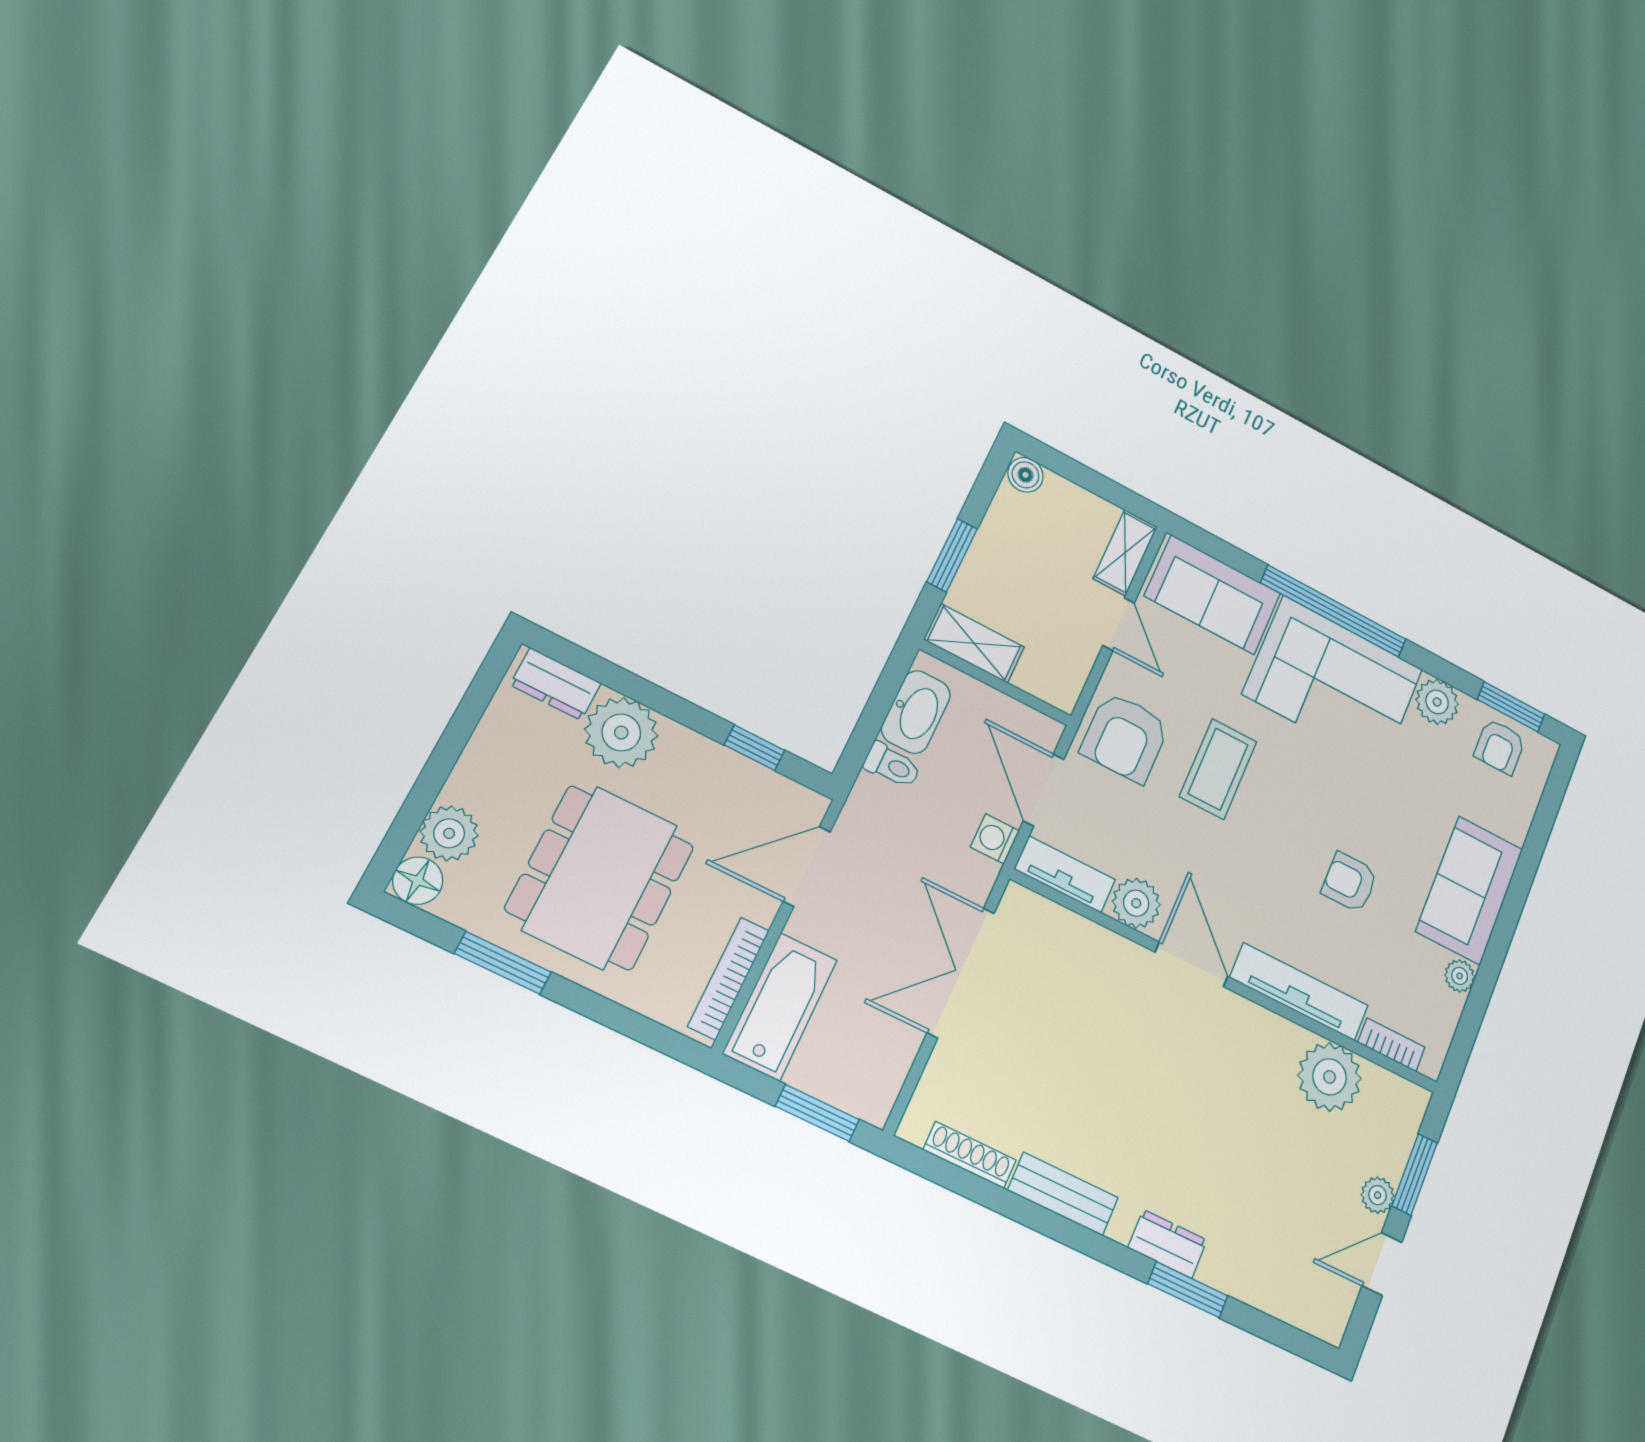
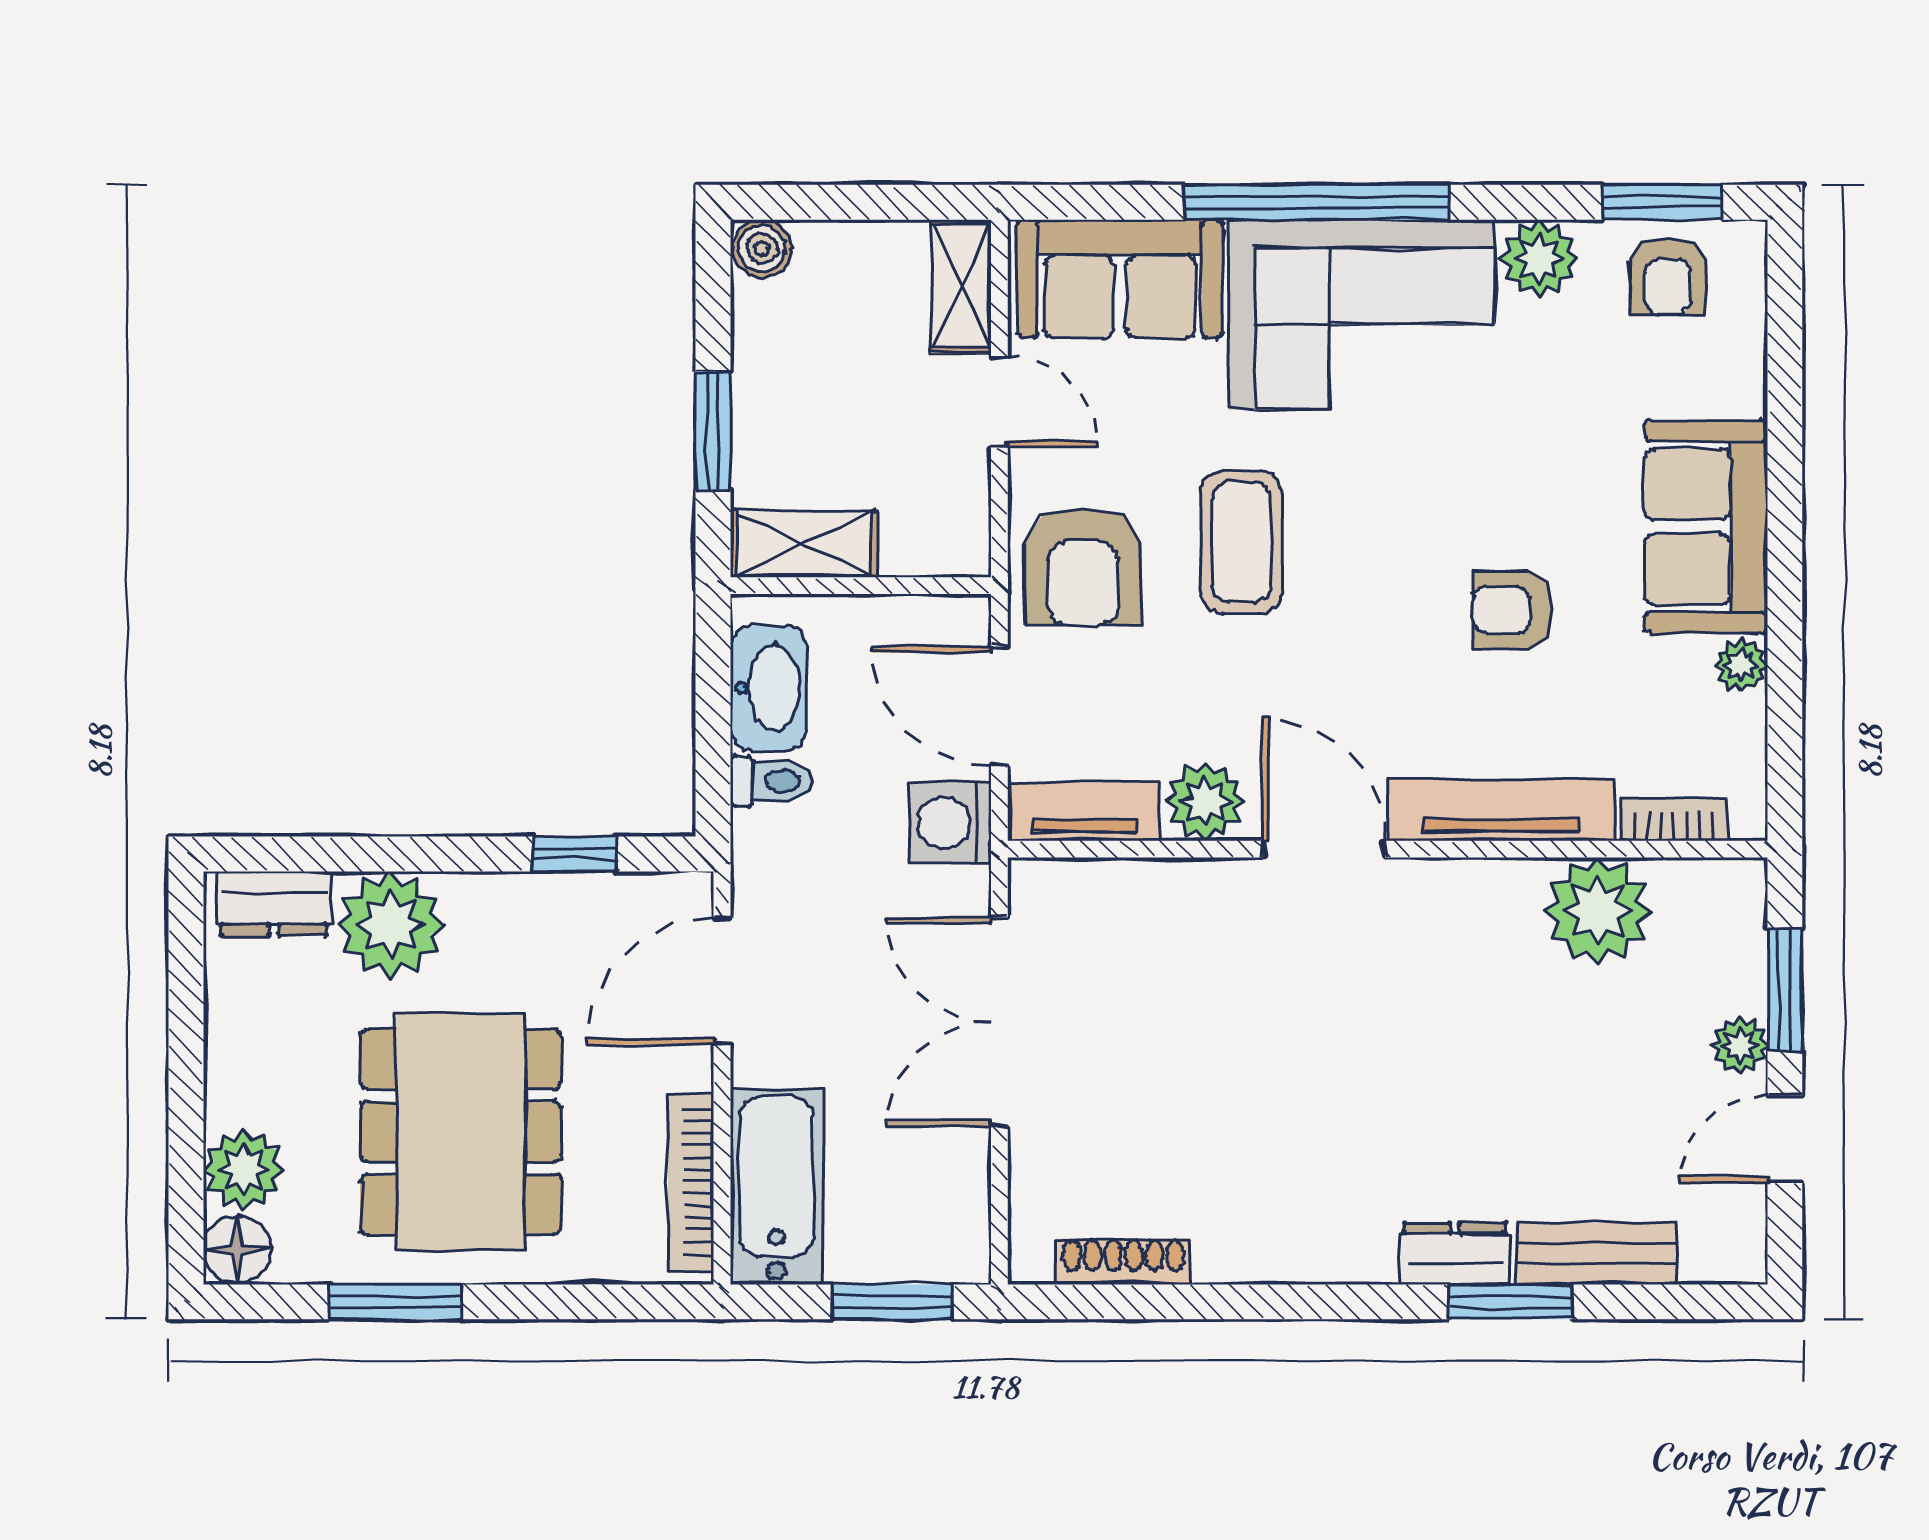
washing machine: (995, 839) -> (951, 823), width x1.38, depth x1.38
bench: (1063, 1194) -> (1596, 1254), moved

